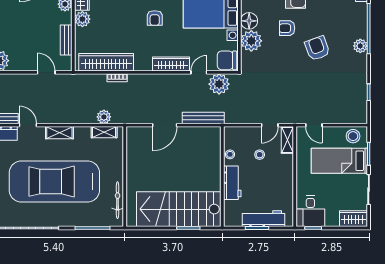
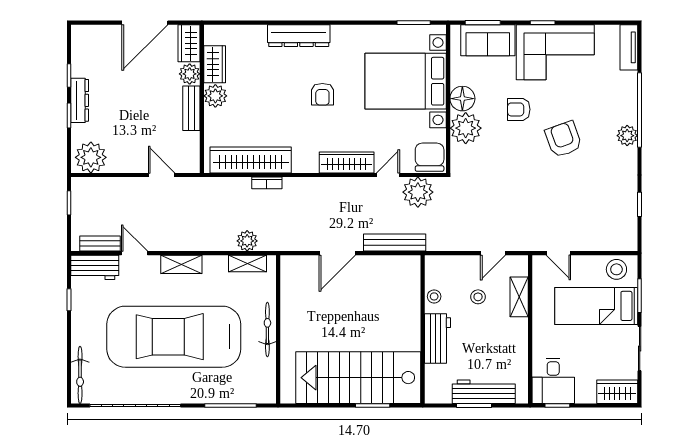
bench: (66, 40) -> (191, 108), moved
chair: (227, 60) -> (430, 157), turned 90
shelving: (287, 140) -> (519, 297), moved
bicycle: (118, 200) -> (267, 329), moved

